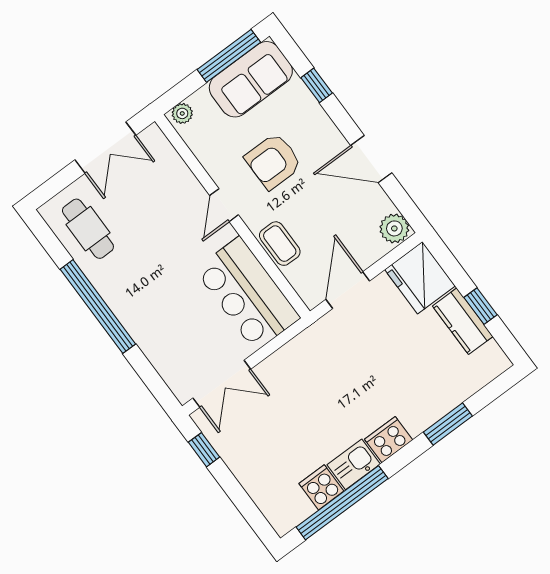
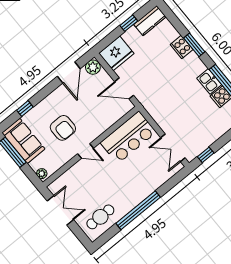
door: (371, 159) -> (69, 72), moved
coffee table: (280, 244) -> (103, 123), removed
kitchen counter: (463, 321) -> (150, 21), moved
double door: (222, 384) -> (173, 148), swing flipped
window: (448, 424) -> (194, 45), moved
cooker: (389, 440) -> (182, 47), moved

